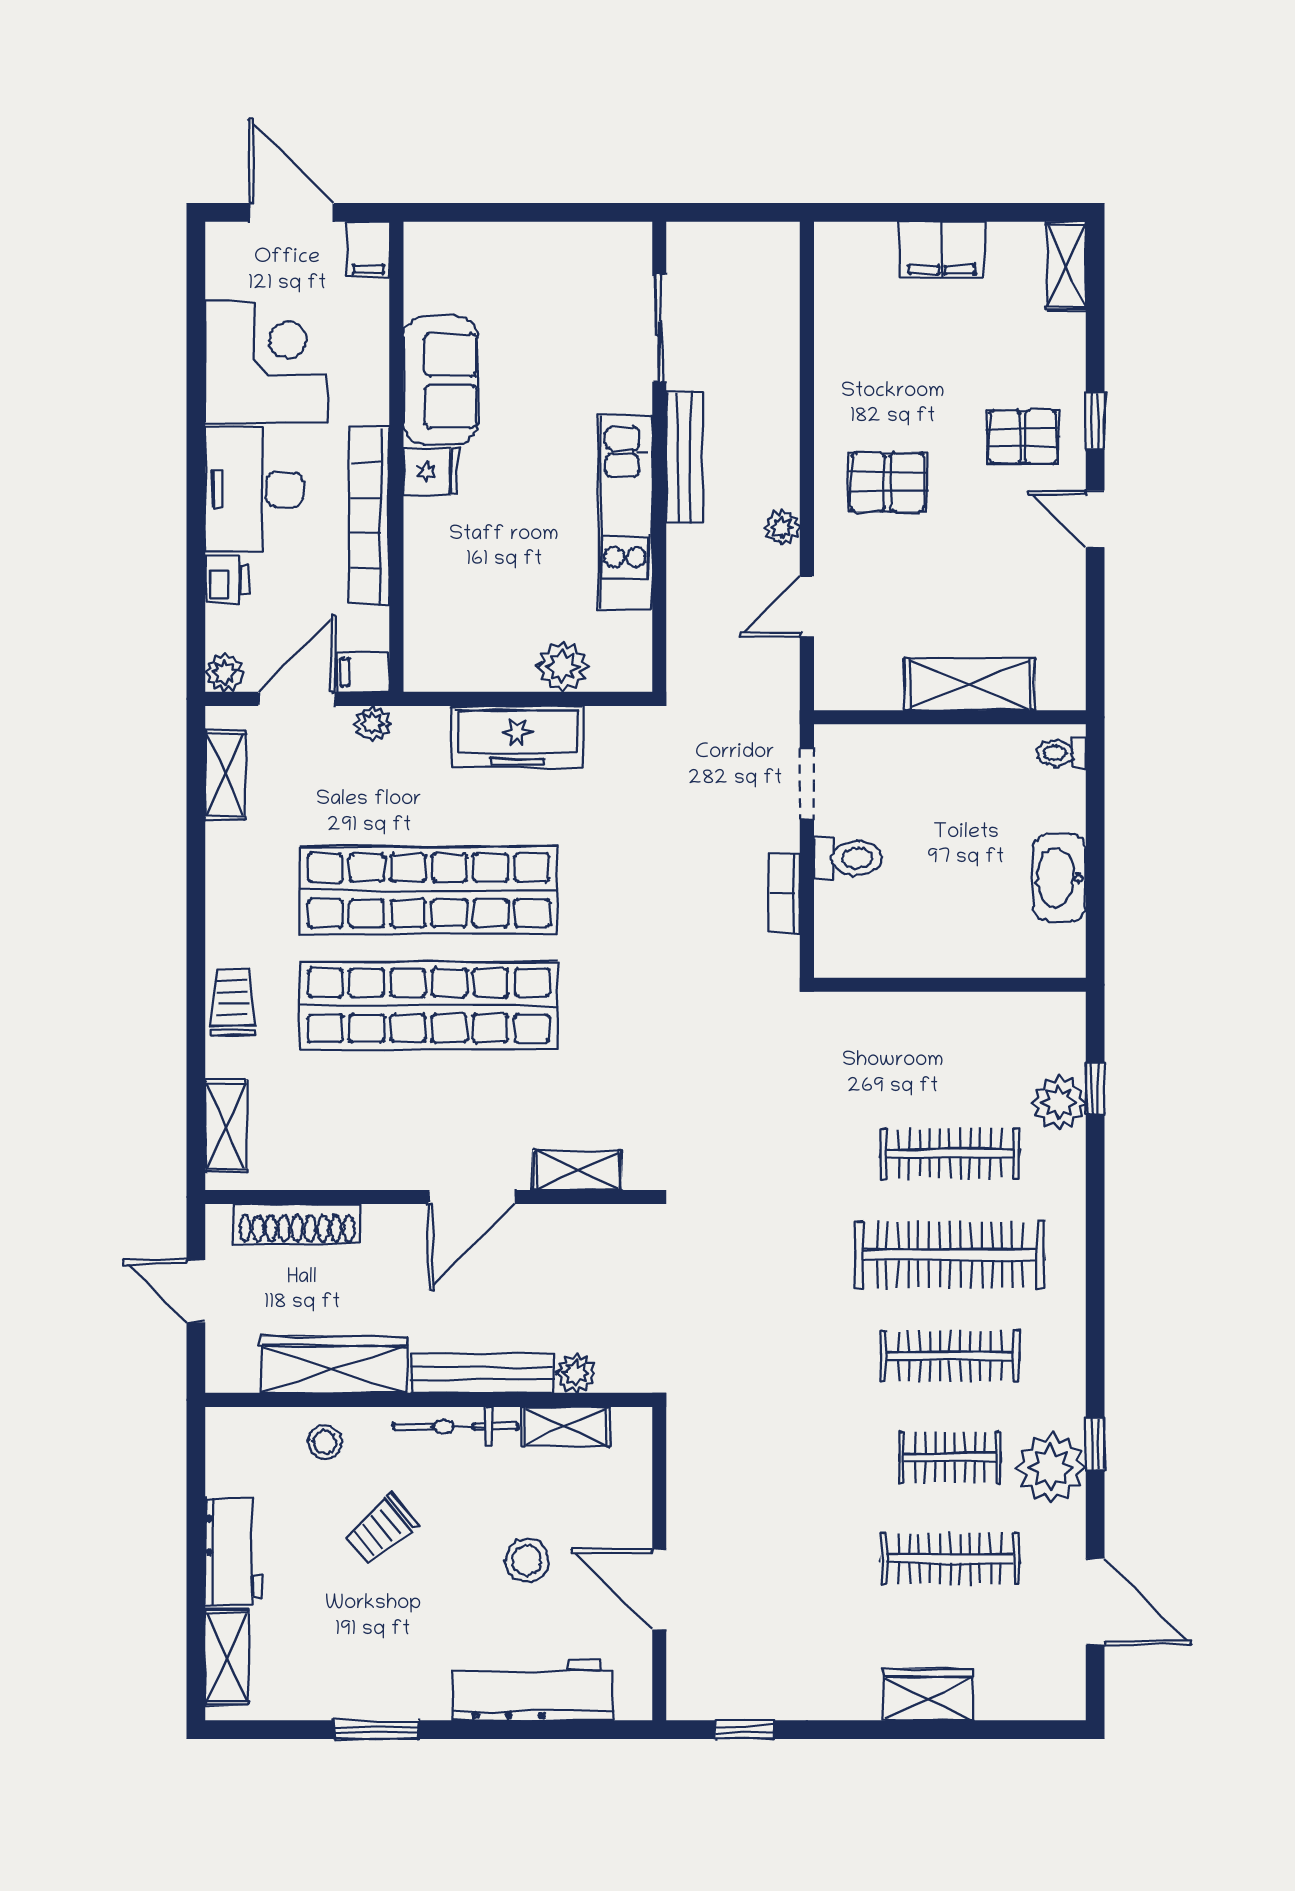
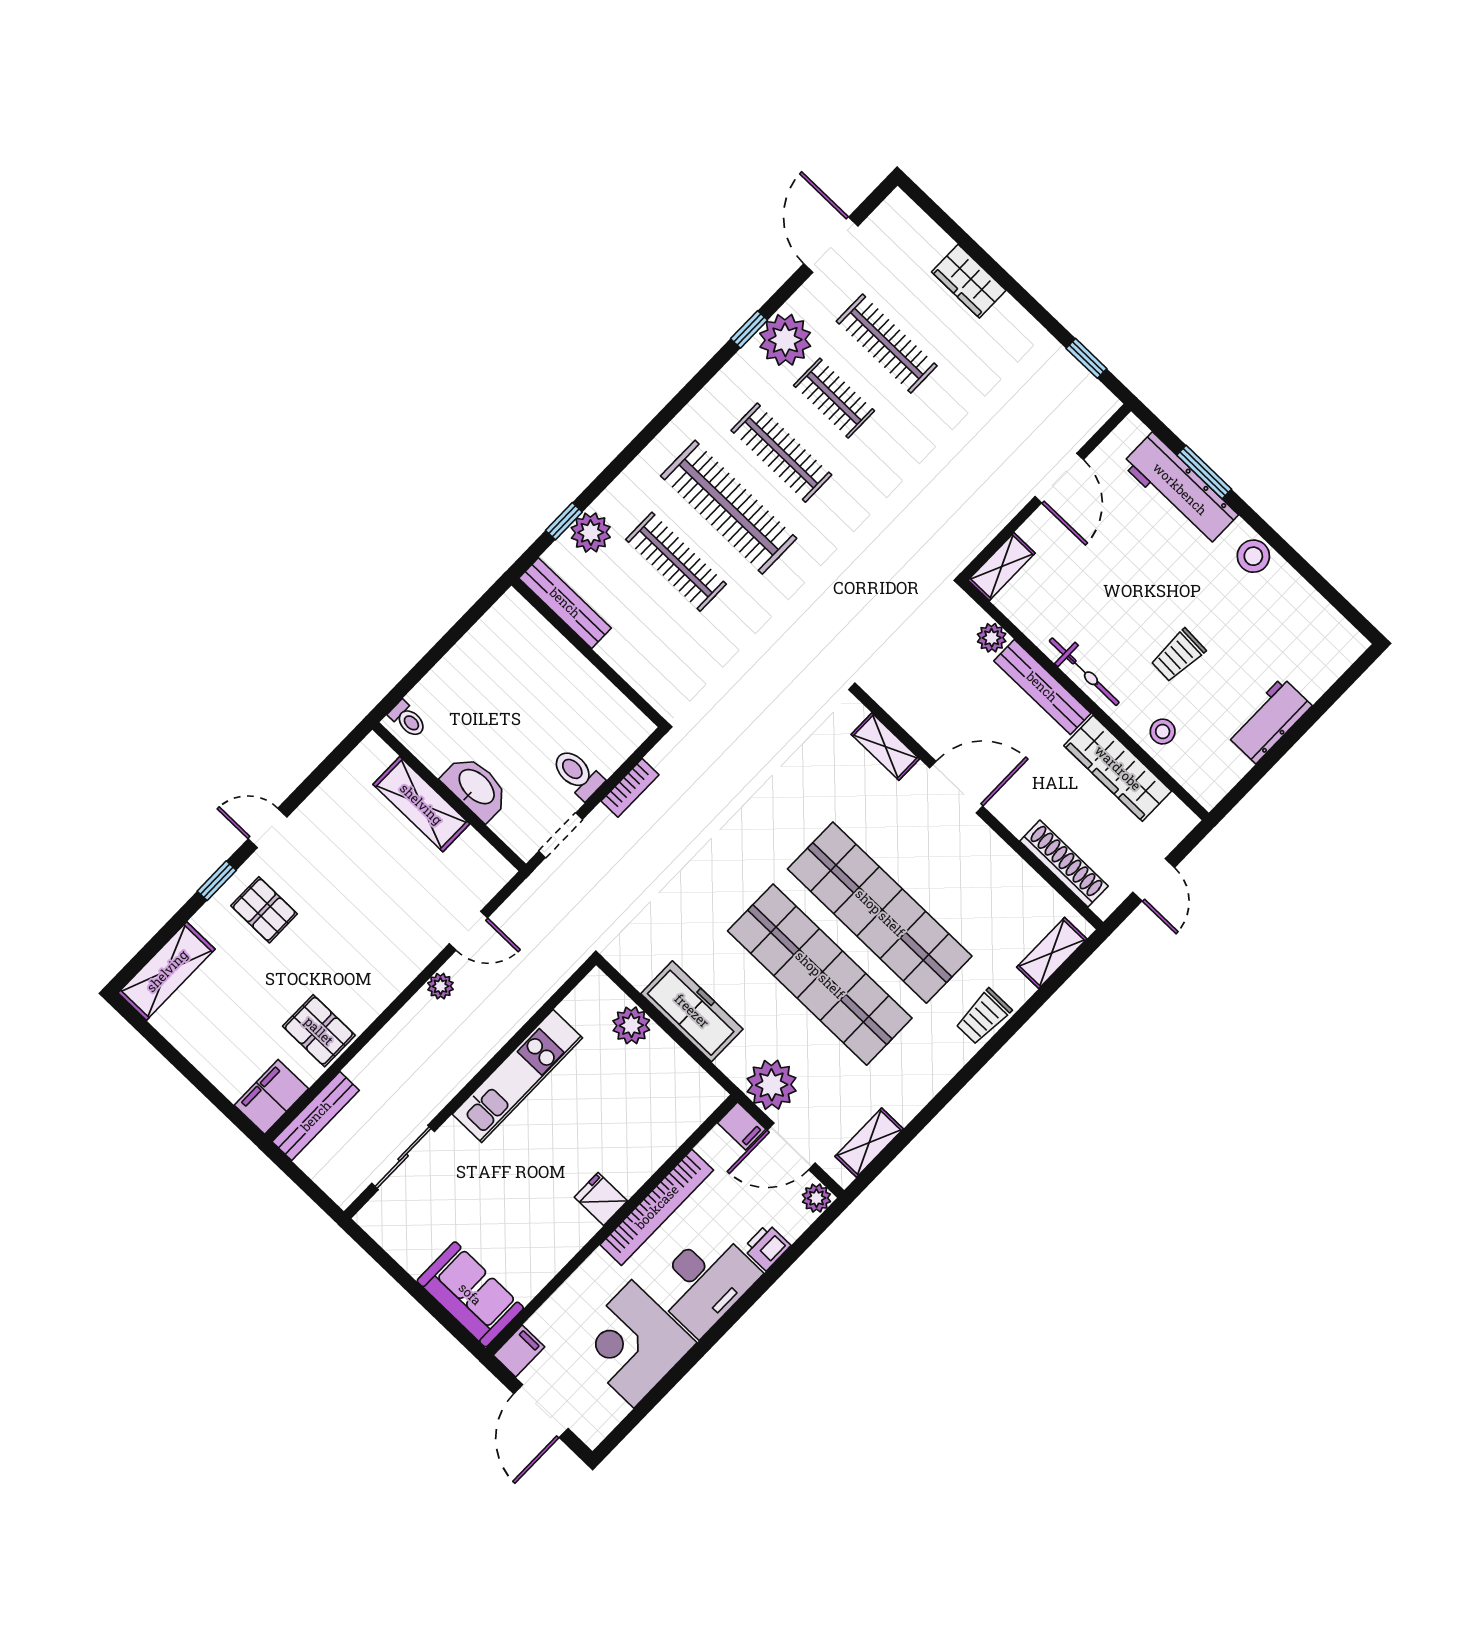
filing cabinet: (942, 250) -> (271, 1097), moved, turned -90
shelving: (1066, 266) -> (167, 971), width x1.50, depth x1.33
sofa: (441, 380) -> (470, 1294), moved, turned 90
bench: (684, 458) -> (316, 1116), moved
pallet: (888, 482) -> (319, 1031), moved
door: (1095, 519) -> (268, 828), swing flipped
plant: (373, 724) -> (772, 1085), width x1.88, depth x1.88
washbasin: (1059, 878) -> (476, 787), moved, turned -90
bench: (1018, 1011) -> (565, 603), added
shelving: (566, 1427) -> (1002, 567), moved, turned 90
trolley: (381, 1529) -> (1178, 655), turned 133
stool: (527, 1560) -> (1253, 556), moved
shelving: (227, 1657) -> (1328, 667), removed
window: (377, 1730) -> (1204, 472), moved

